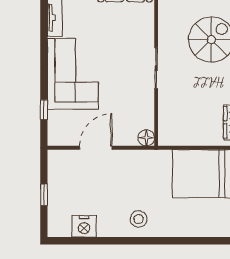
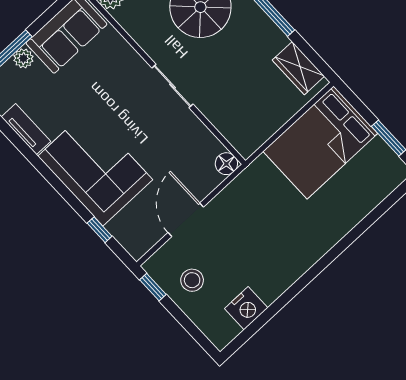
window: (44, 195) -> (153, 287), moved
stool: (139, 219) -> (192, 280), moved

